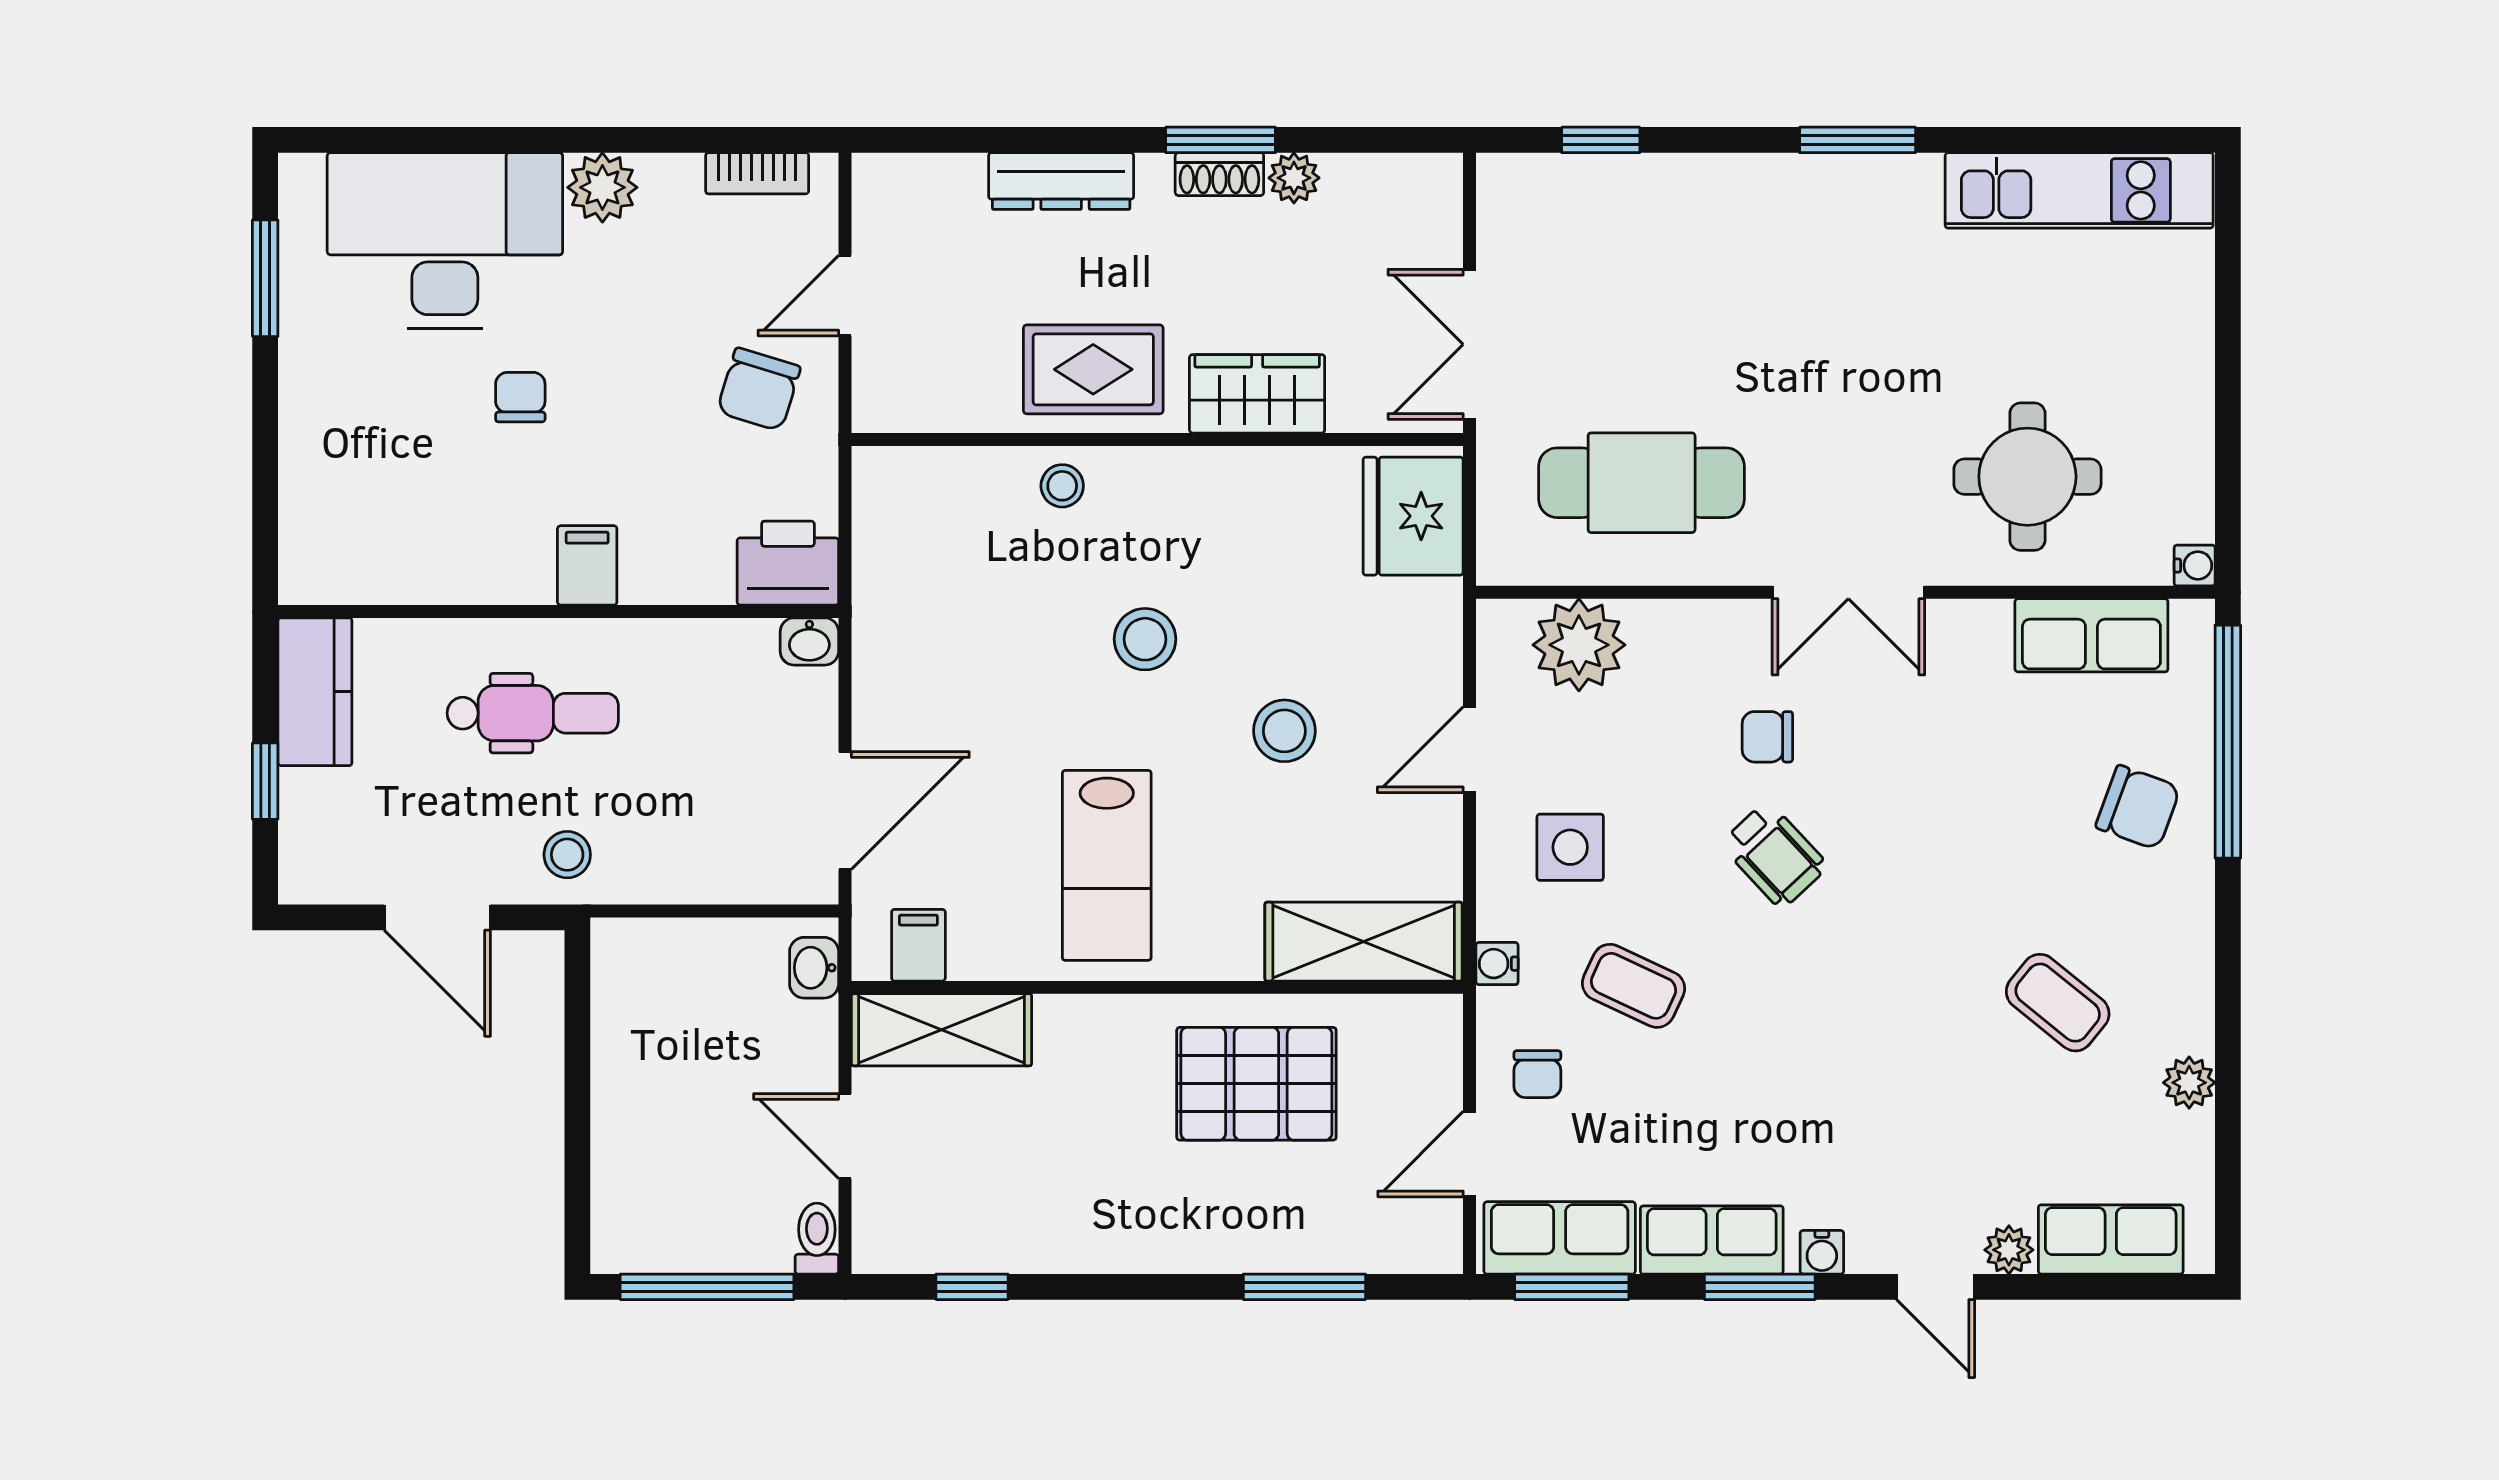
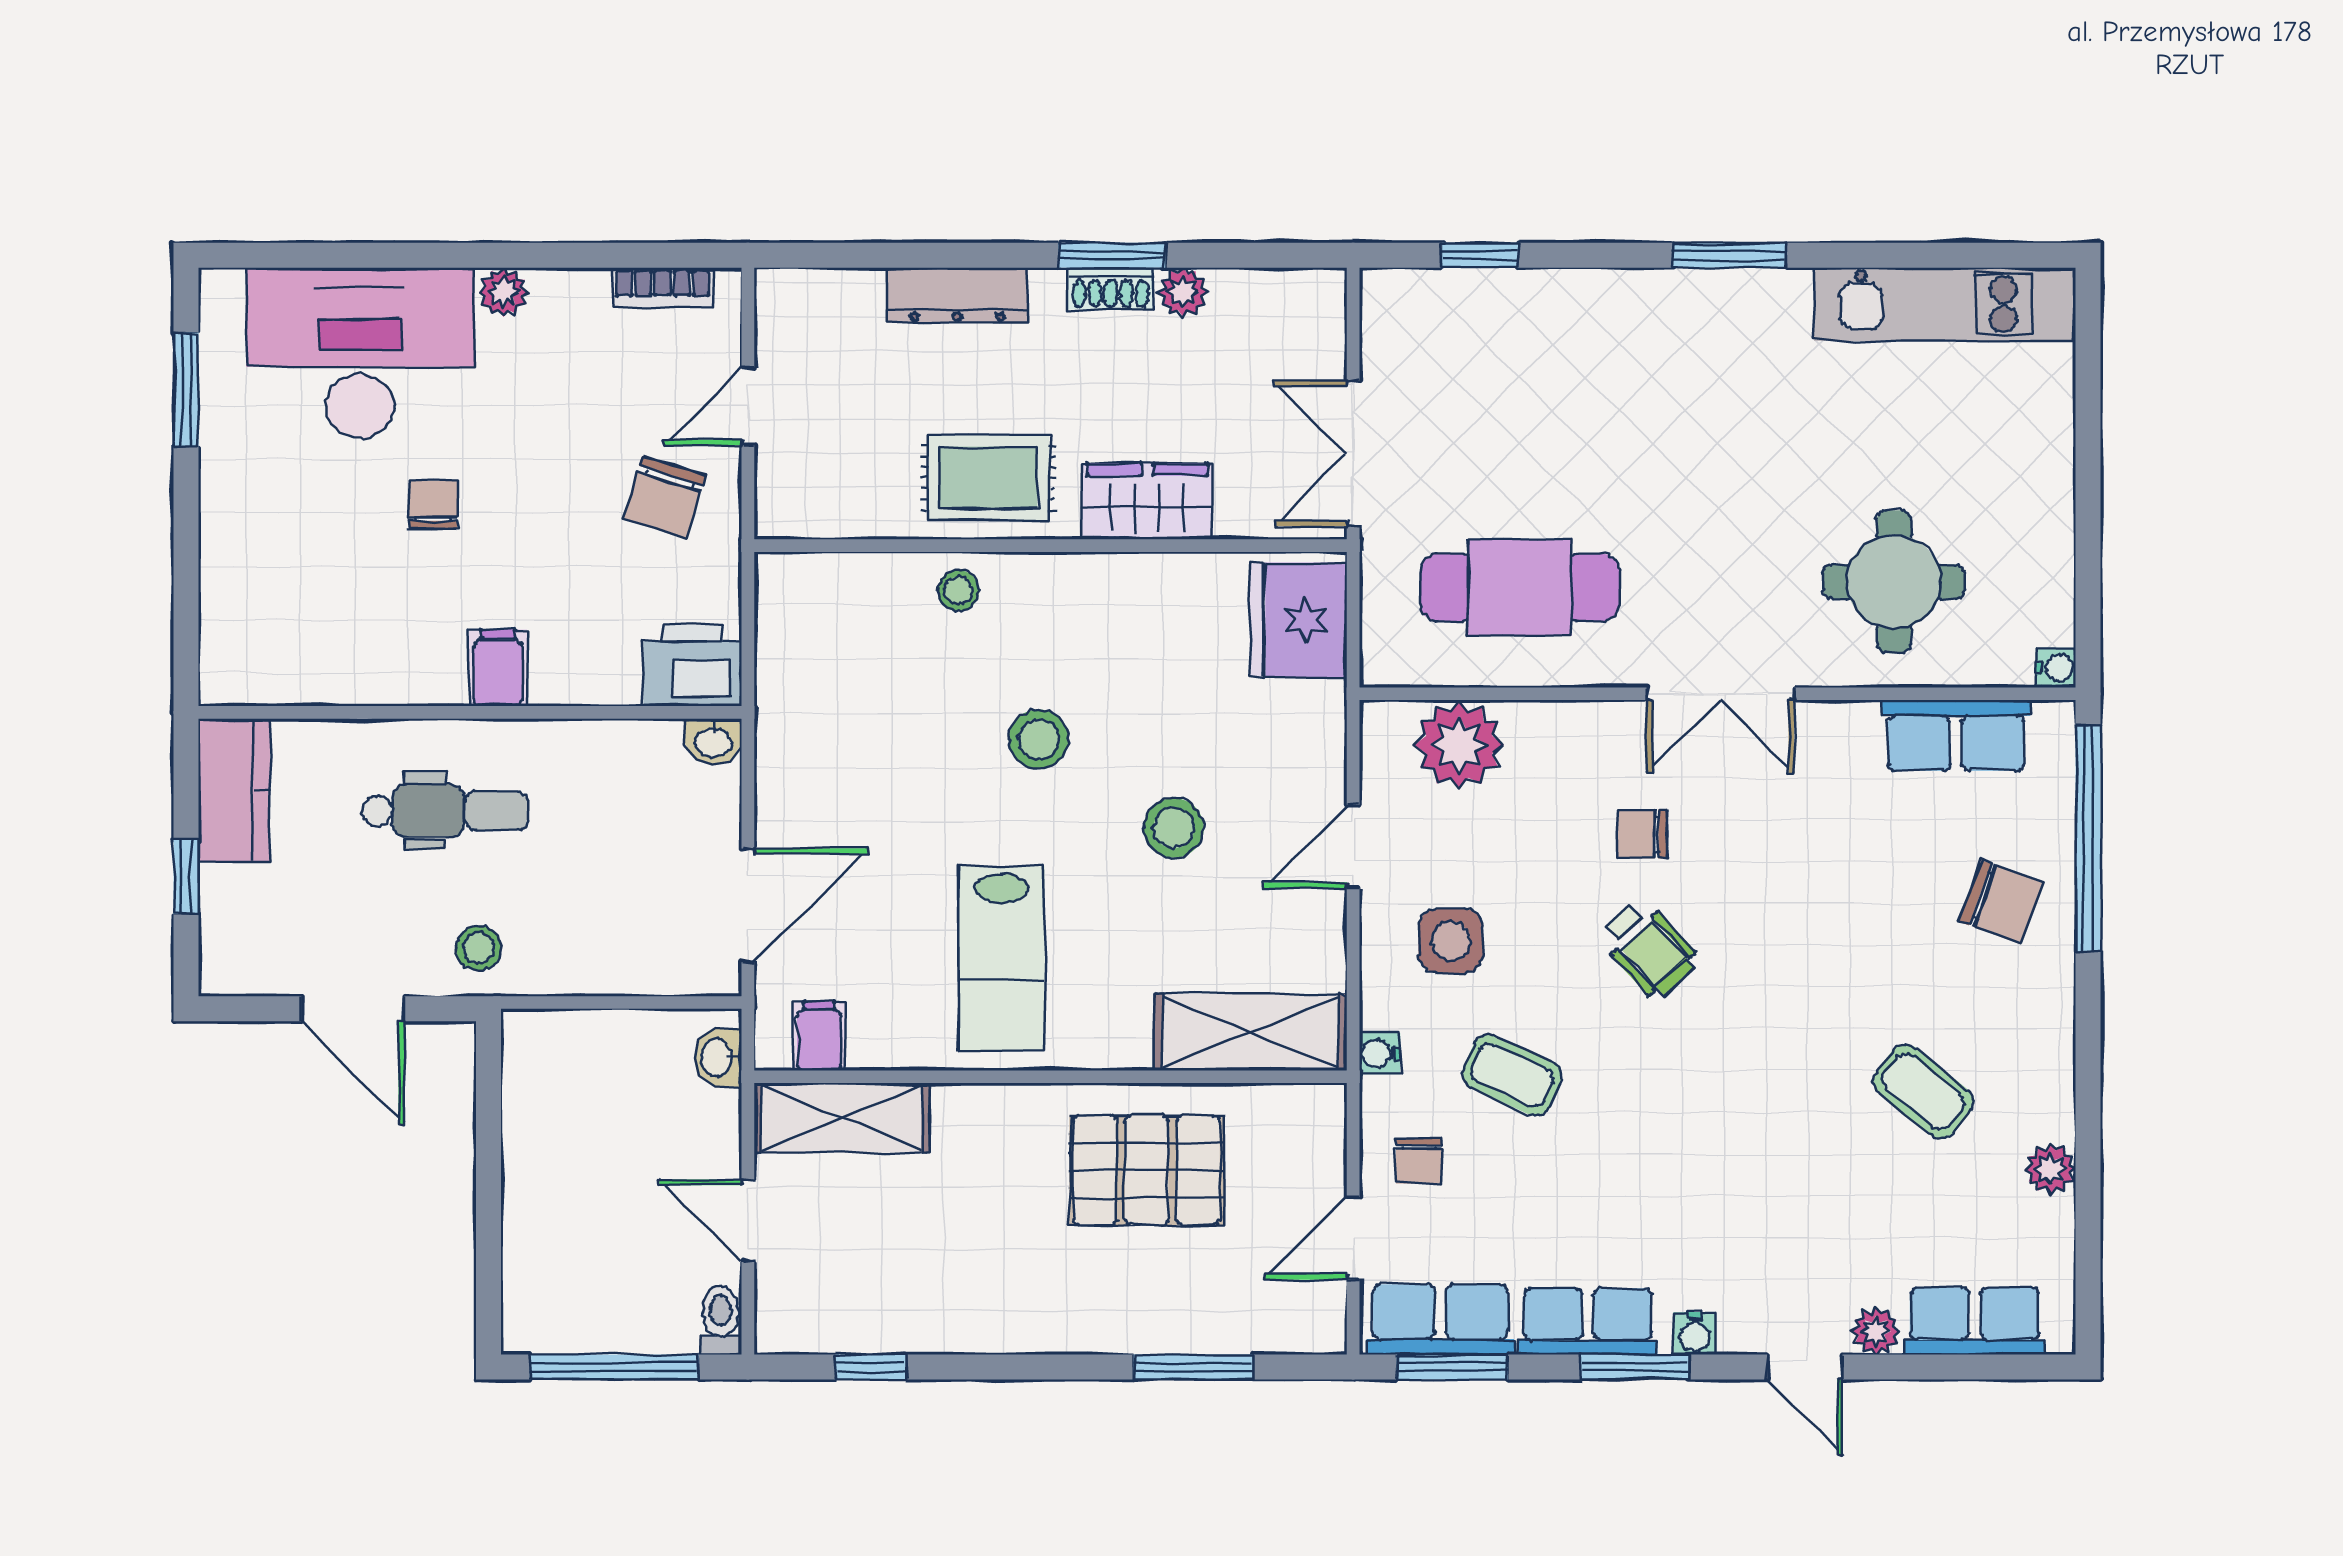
plant: (602, 187) -> (504, 292), width x0.73, depth x0.73

